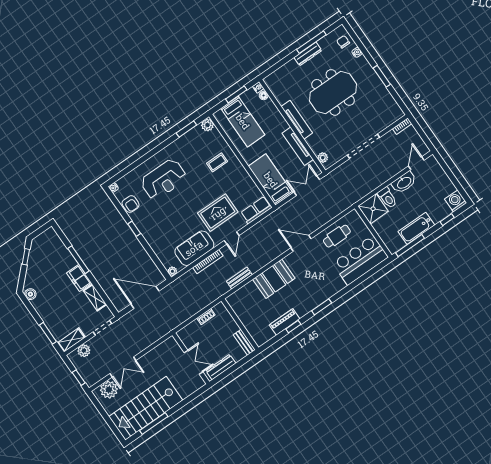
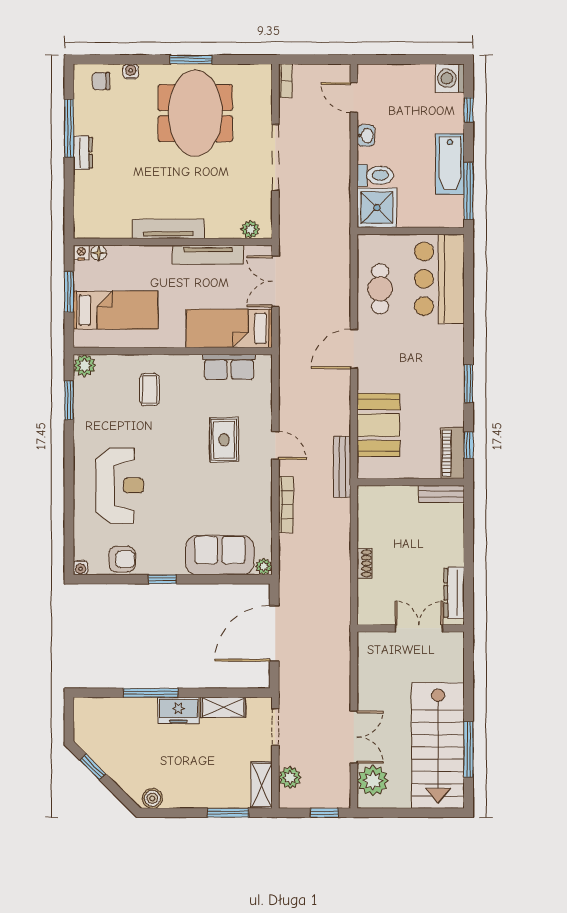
dresser: (308, 54) -> (83, 153), width x0.70
meeting table: (333, 92) -> (195, 113), moved
washbasin: (404, 183) -> (366, 136), width x0.52, depth x0.69
row of seats: (256, 210) -> (229, 367), moved, turned -90
rug: (218, 213) -> (224, 440), width x0.73, depth x0.70
sofa: (194, 248) -> (220, 555), moved, turned 90
bench: (239, 278) -> (342, 467), width x1.36
wall: (240, 324) -> (411, 482), moved
bench: (244, 342) -> (442, 494), moved

